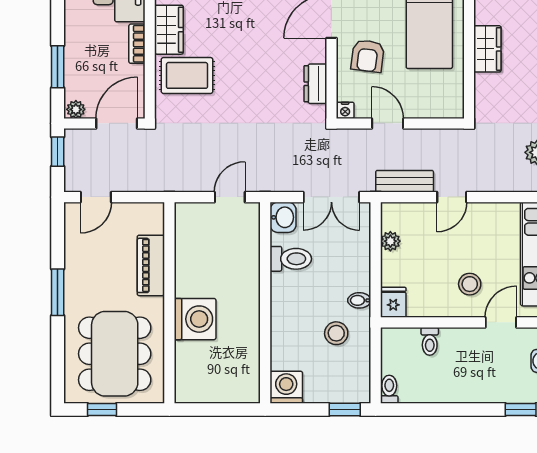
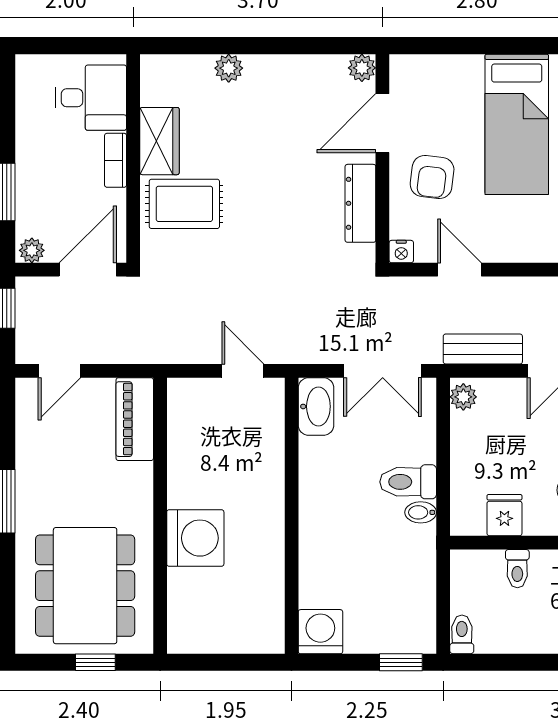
dresser: (315, 84) -> (360, 203), width x1.44
door: (230, 197) -> (243, 371), hinge flipped
washbasin: (283, 217) -> (316, 406), width x1.38
plant: (390, 241) -> (463, 397), moved
toilet: (291, 259) -> (408, 482), moved, turned 180
piano: (151, 265) -> (135, 419), moved
fridge: (393, 302) -> (504, 515), moved
stool: (336, 333) -> (389, 557), removed
window: (102, 410) -> (95, 662), moved

